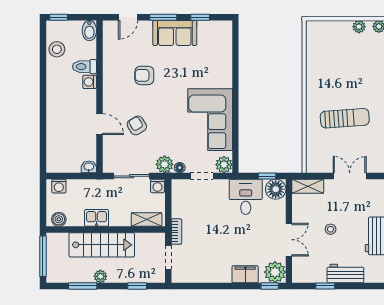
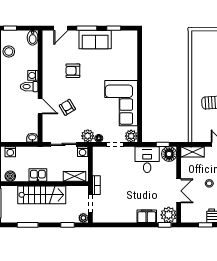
toilet: (85, 67) -> (29, 87), moved
plant: (100, 276) -> (83, 218), moved

